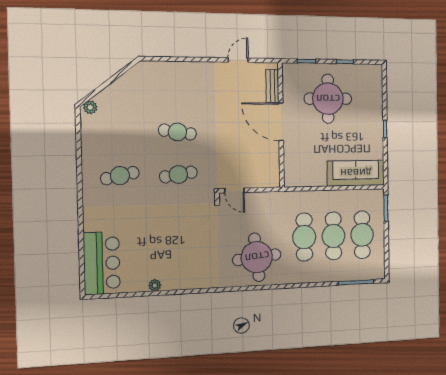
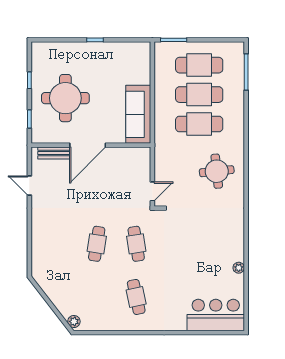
sofa: (356, 173) -> (138, 114), moved
round table: (257, 257) -> (217, 171), width x0.73, depth x0.73

